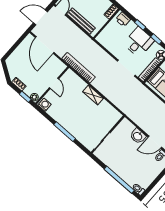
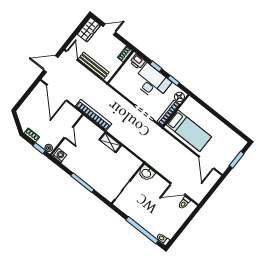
desk: (139, 42) -> (152, 82), width x1.37
washbasin: (138, 136) -> (146, 173), moved

